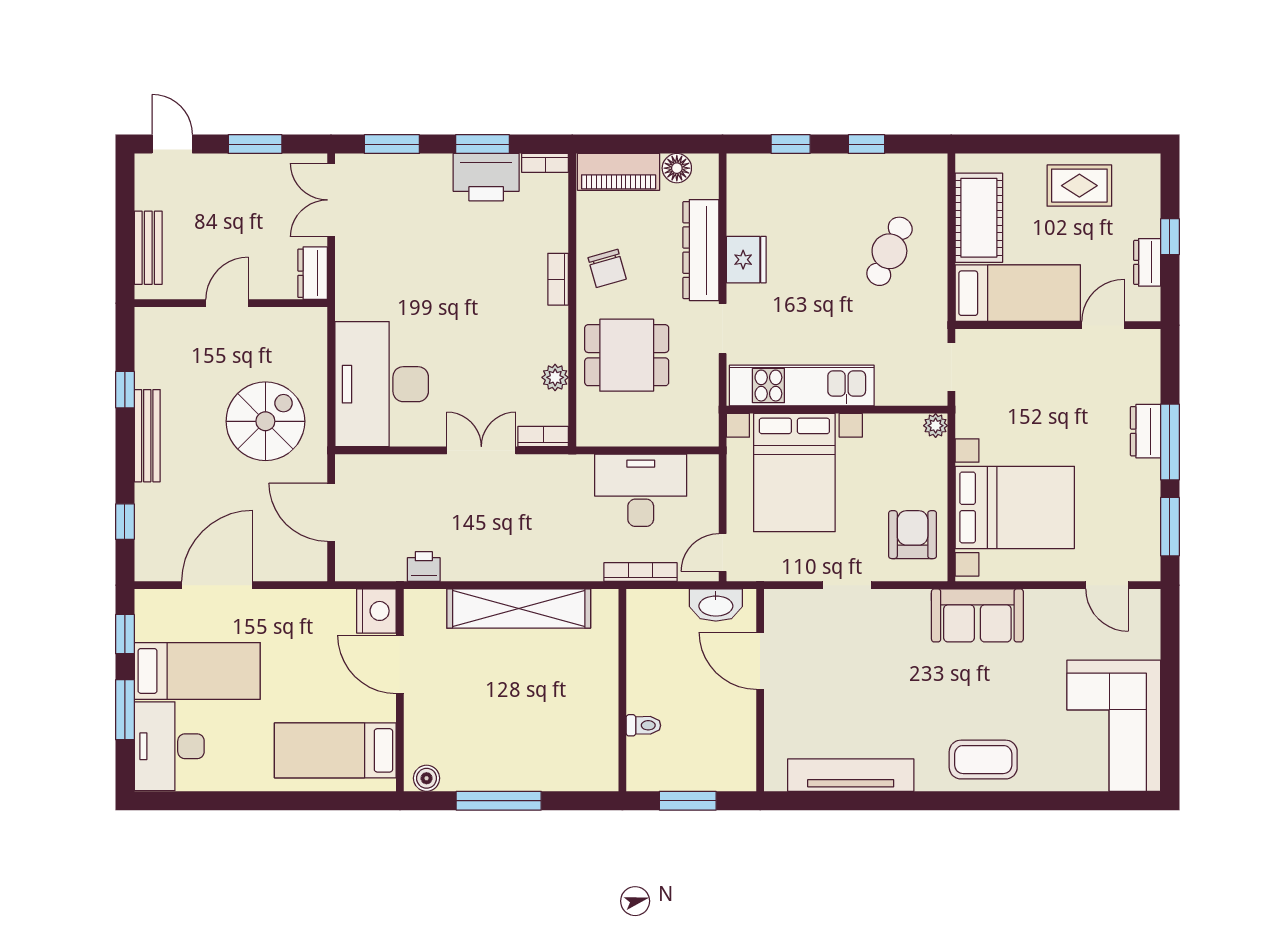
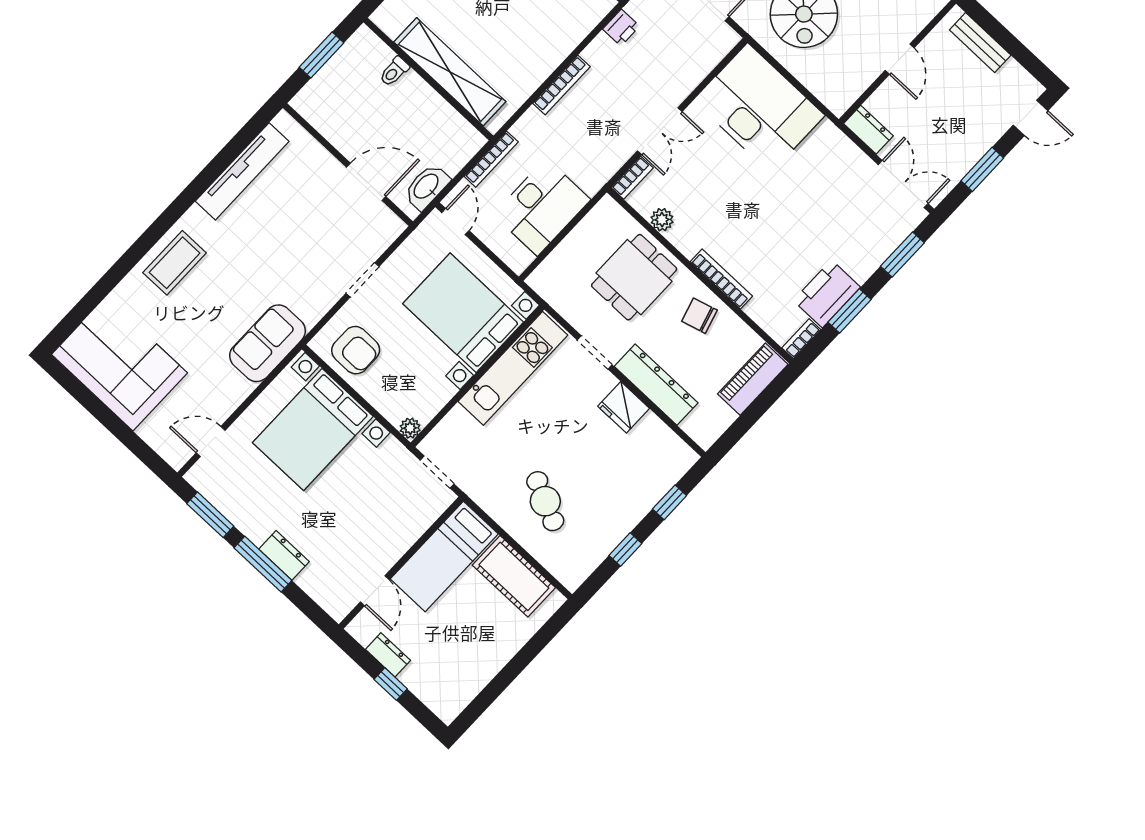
floor lamp: (677, 168) -> (721, 418), removed
rug: (1079, 186) -> (475, 658), removed
bookcase: (558, 279) -> (721, 279), width x1.56
bookcase: (521, 571) -> (562, 85), added
shelving: (519, 609) -> (450, 72), moved, turned 90

